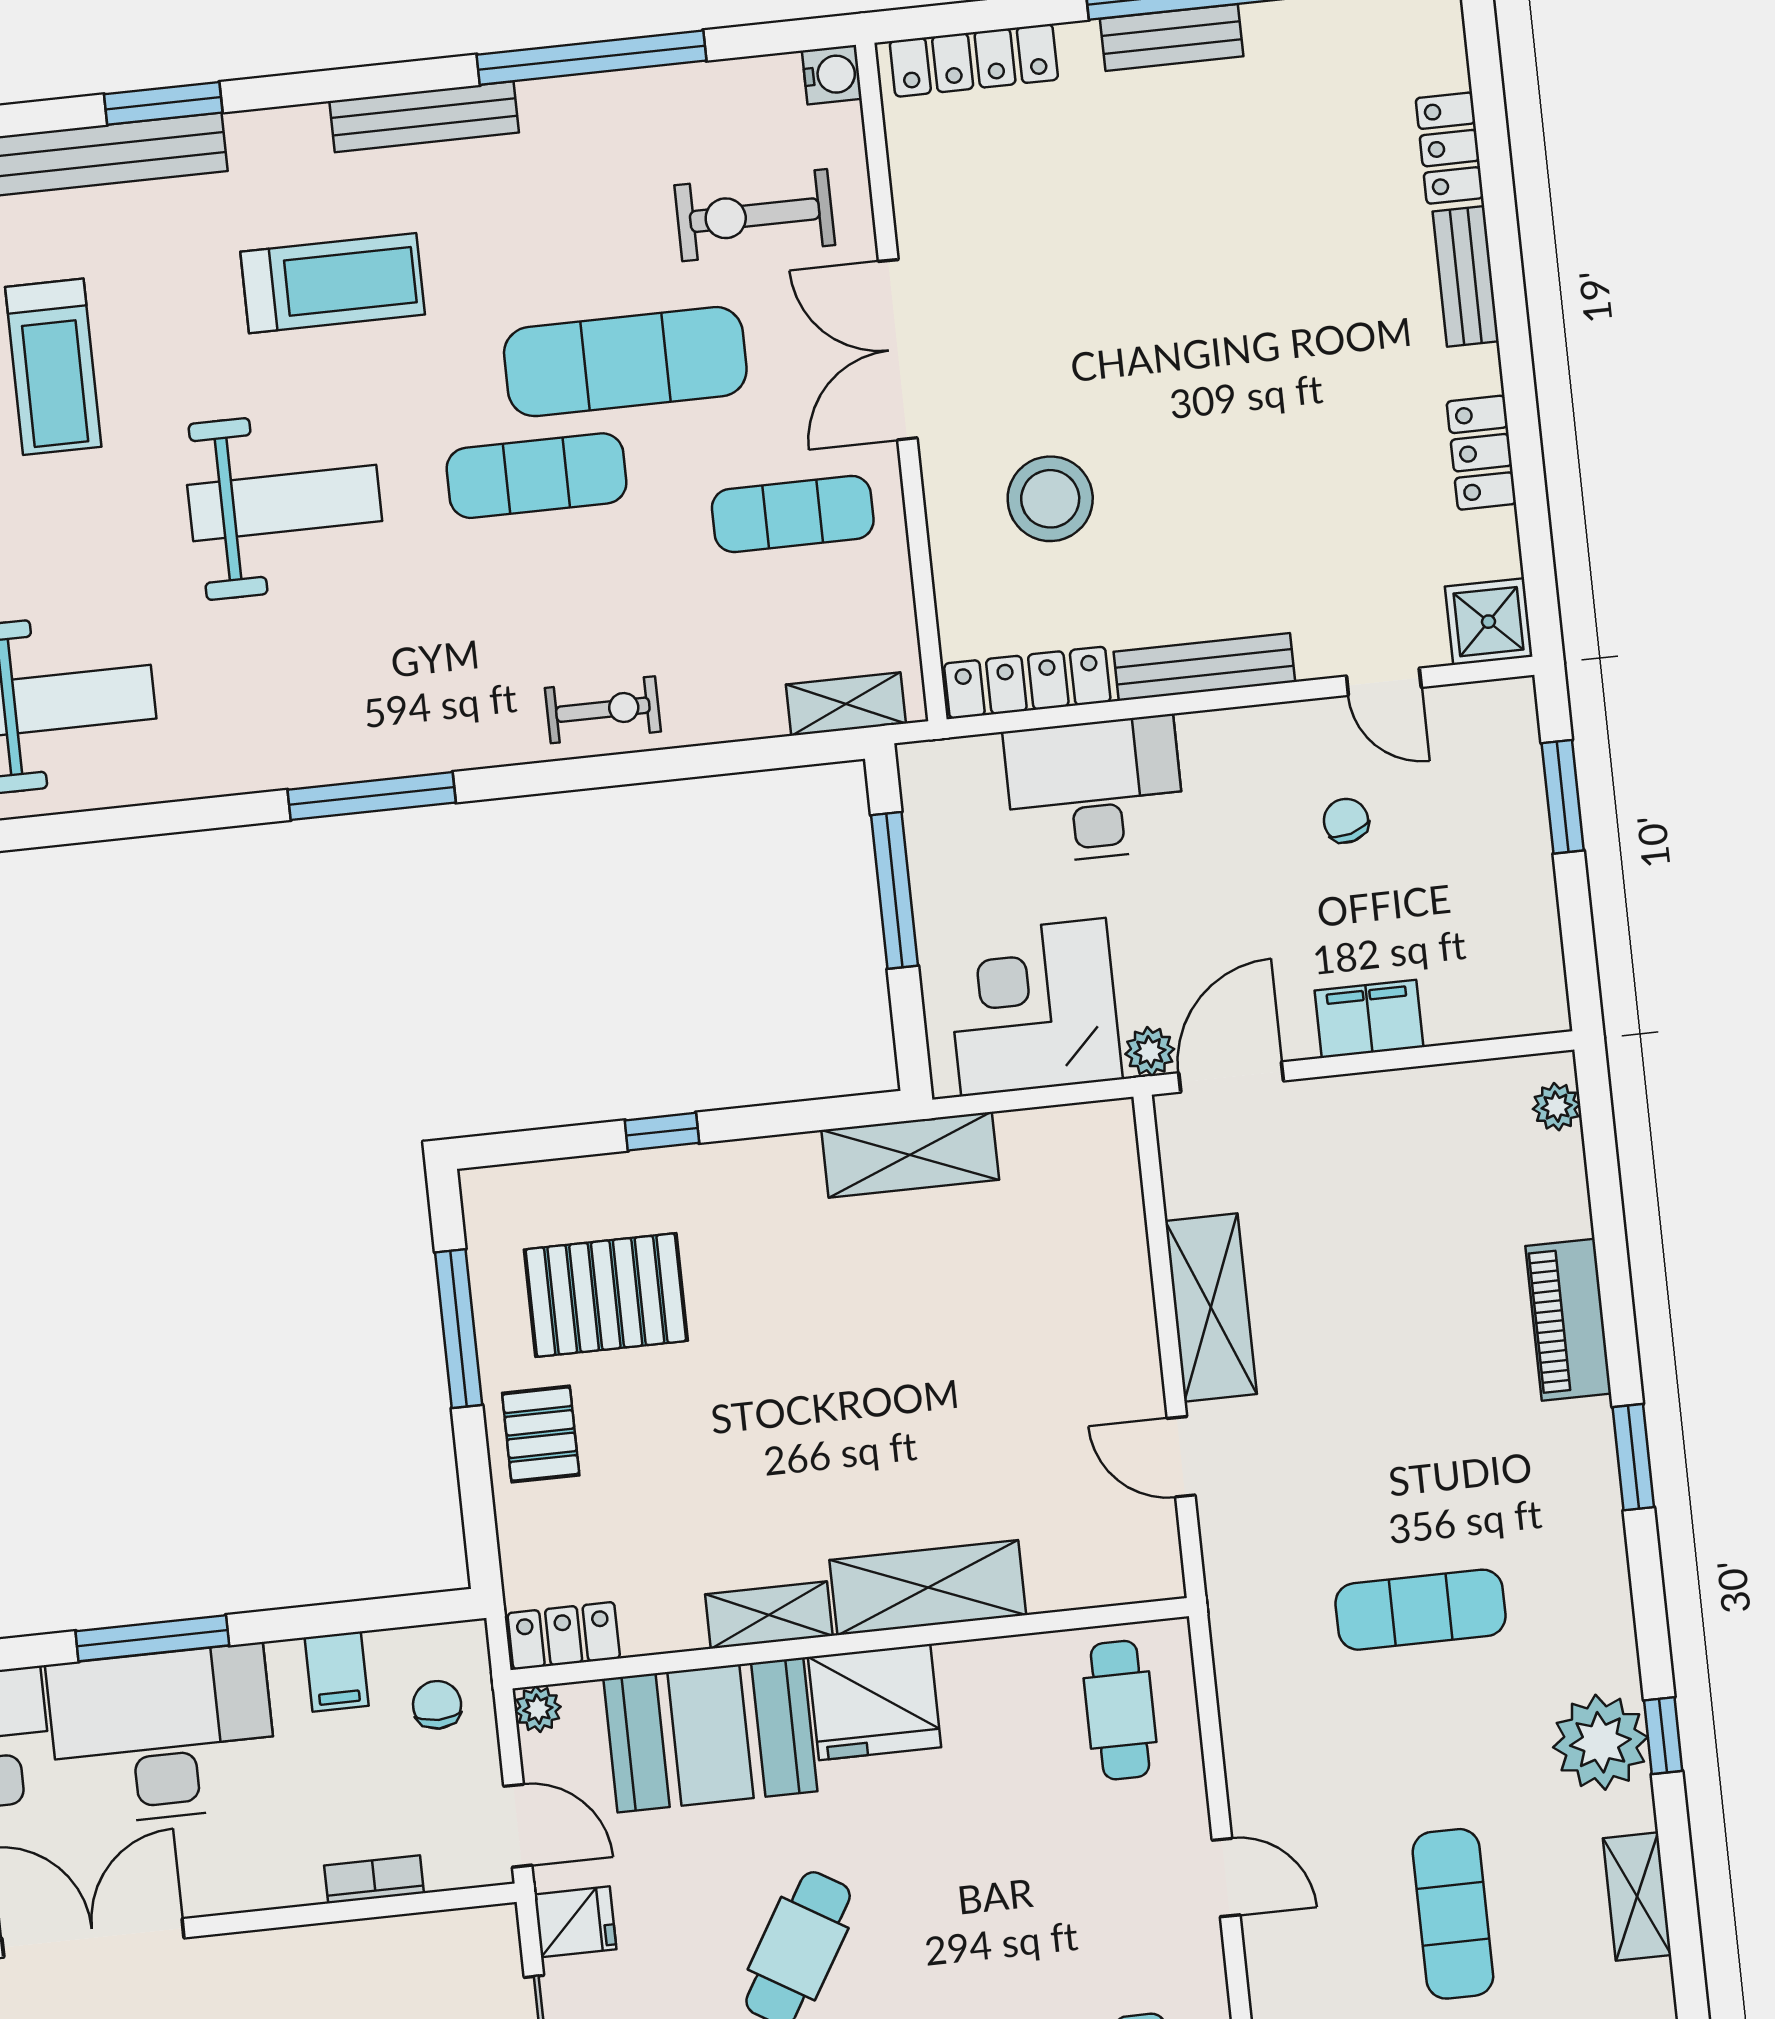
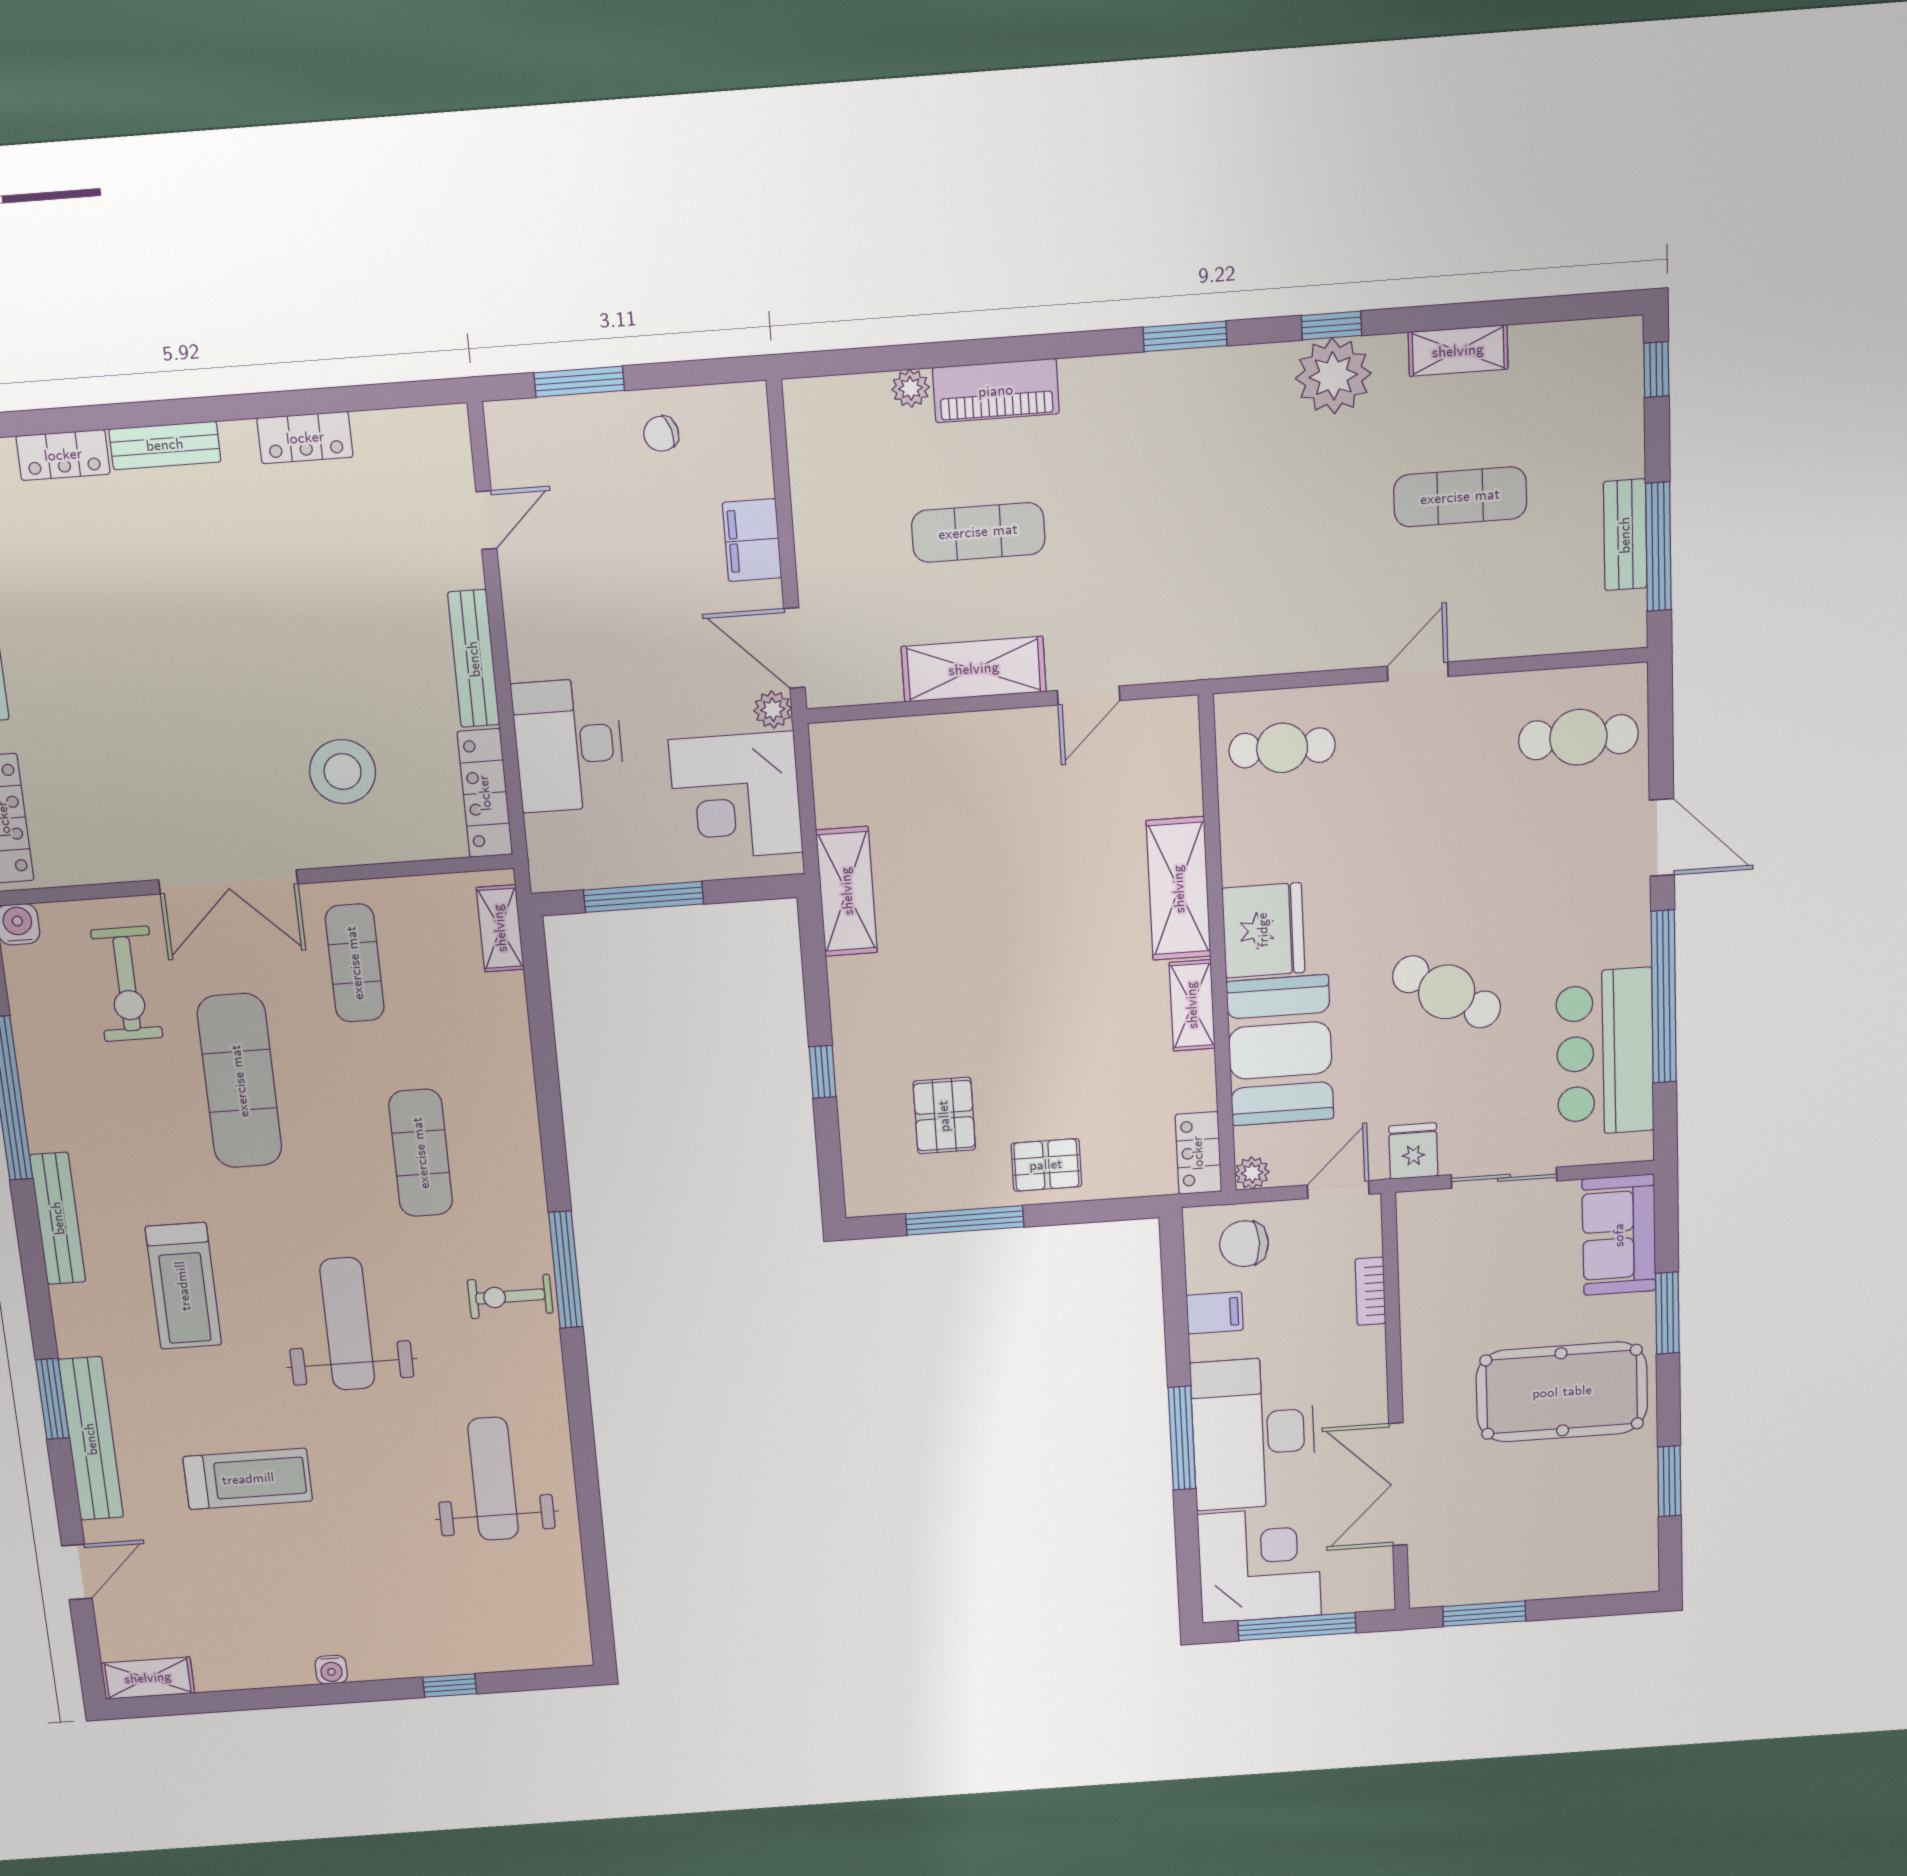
treadmill: (333, 283) -> (183, 1286), turned 180
exercise mat: (536, 476) -> (421, 1153), moved
shower: (1488, 622) -> (439, 436), removed
exercise bike: (603, 710) -> (510, 1296), moved, turned -90
chair: (1346, 821) -> (661, 434), moved
plant: (1557, 1107) -> (911, 388), moved
pallet: (606, 1295) -> (944, 1116), width x0.67, depth x0.71
window: (1633, 1457) -> (1185, 336), moved
exercise mat: (1420, 1610) -> (978, 532), moved, turned 90
chair: (437, 1705) -> (1244, 1244), width x1.37, depth x1.37

